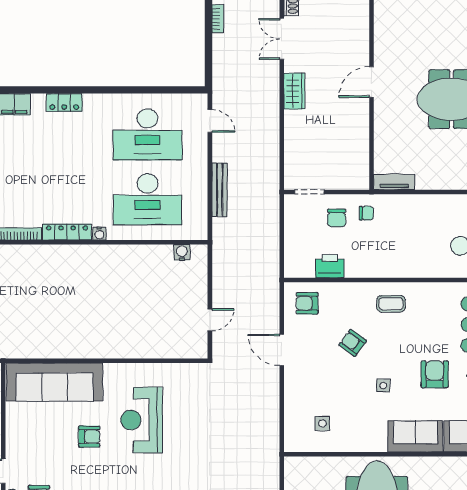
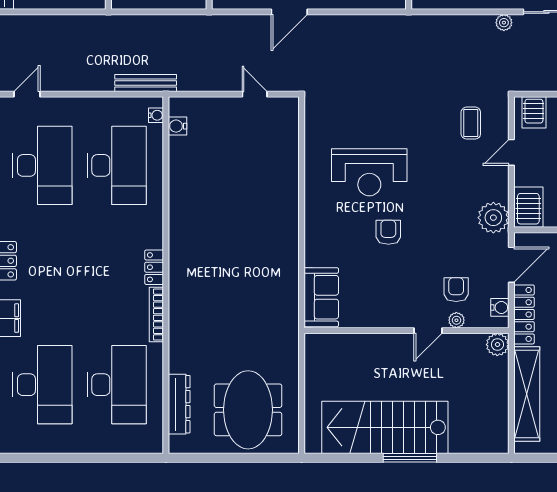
bench: (220, 190) -> (146, 83), moved
locker: (67, 232) -> (154, 267), width x0.66
water cooler: (99, 234) -> (156, 115), moved
sofa: (54, 382) -> (321, 297), width x0.54, depth x0.79

